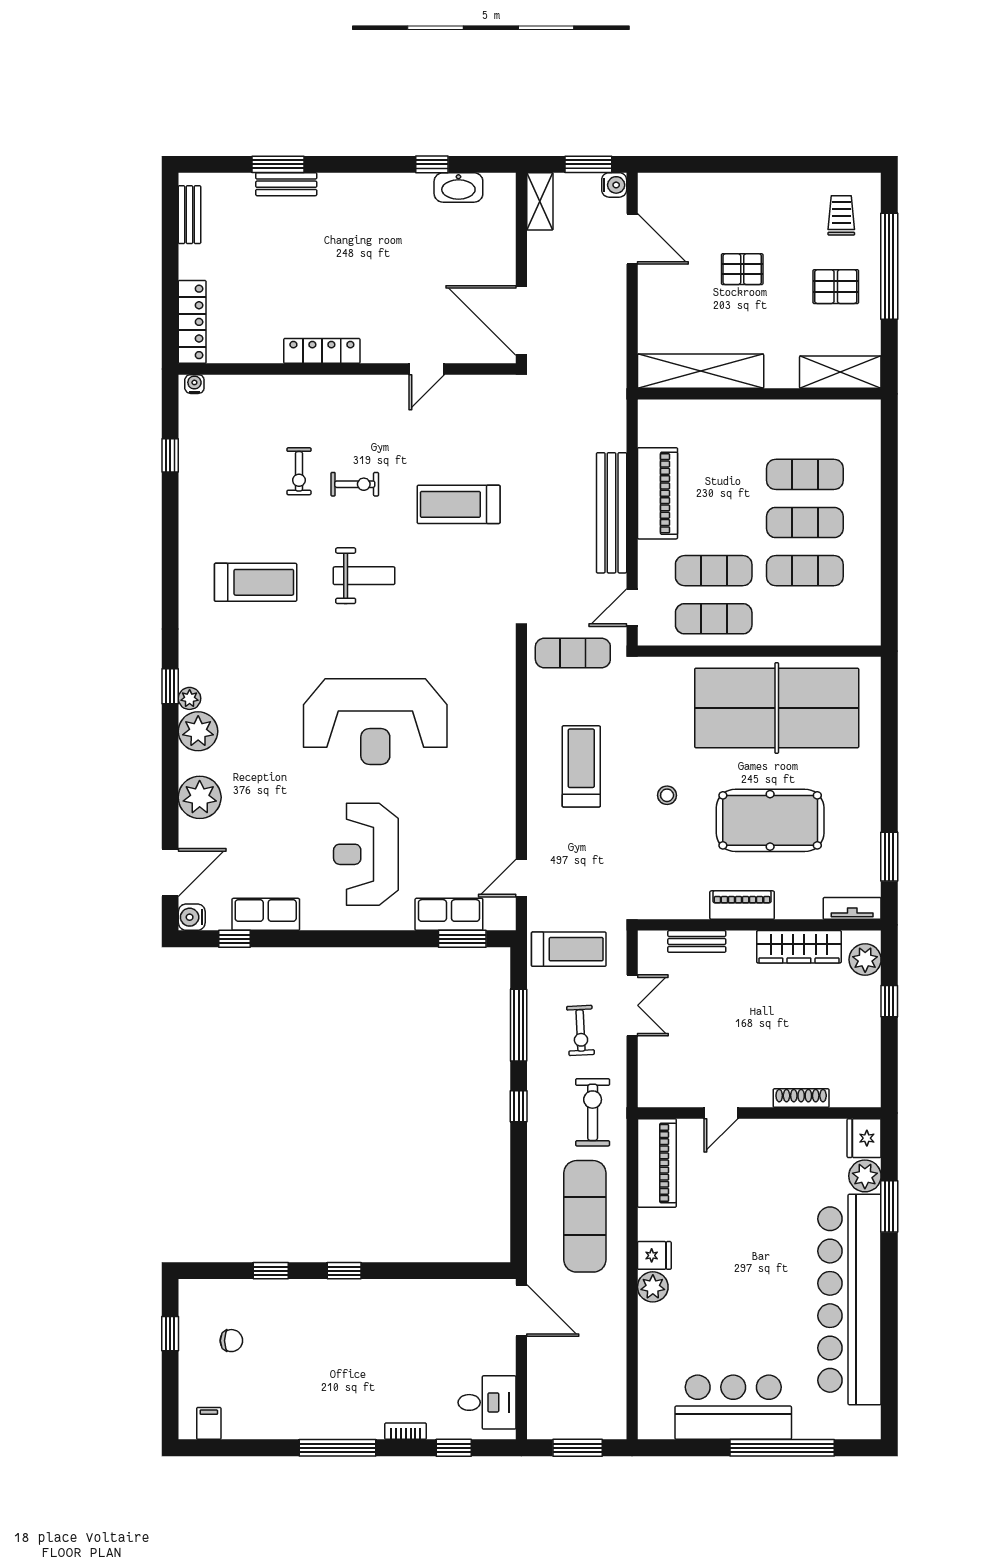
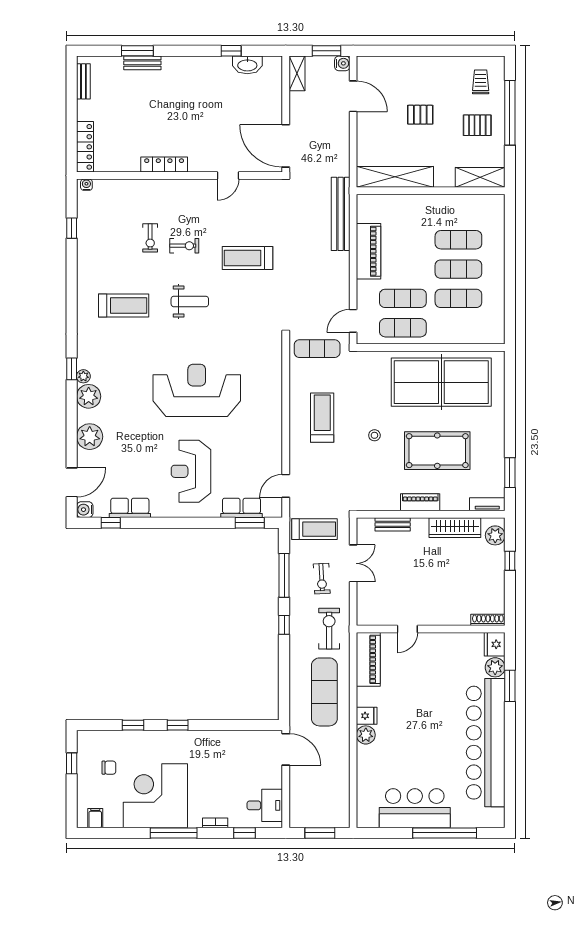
bench: (612, 513) -> (341, 214), moved
reception desk: (375, 722) -> (197, 390), turned 180
shoe rack: (801, 1098) -> (488, 620), moved
corner desk: (308, 1387) -> (155, 796), added

